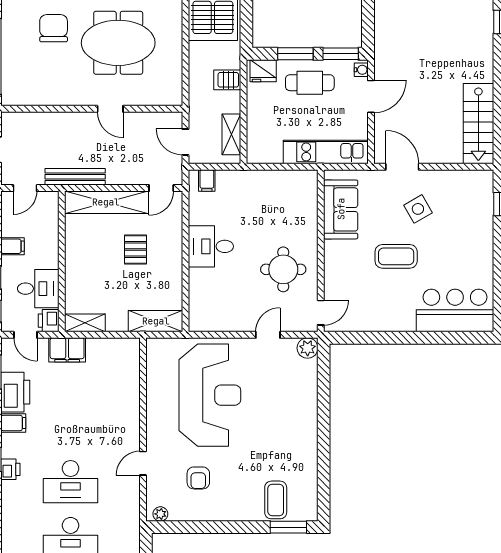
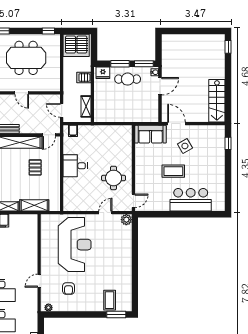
kitchen unit: (326, 152) -> (136, 116), removed
sofa: (341, 209) -> (151, 134), moved, turned 90
bar counter: (455, 311) -> (191, 200), moved
shelving: (156, 321) -> (34, 205), moved

